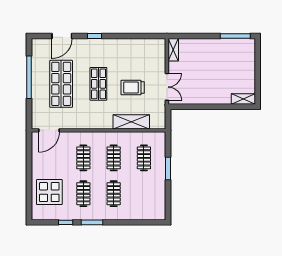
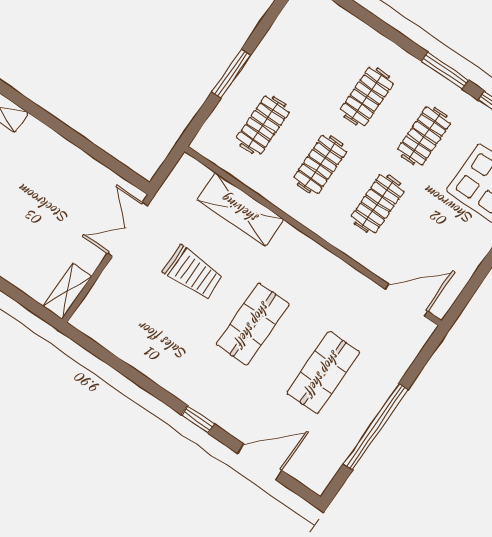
shop shelf: (61, 84) -> (323, 373), width x0.70, depth x0.74

